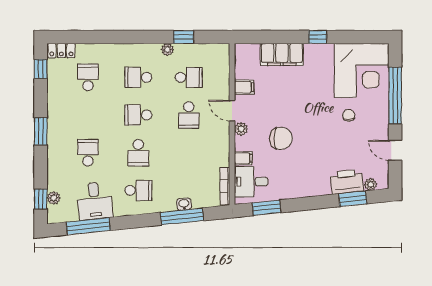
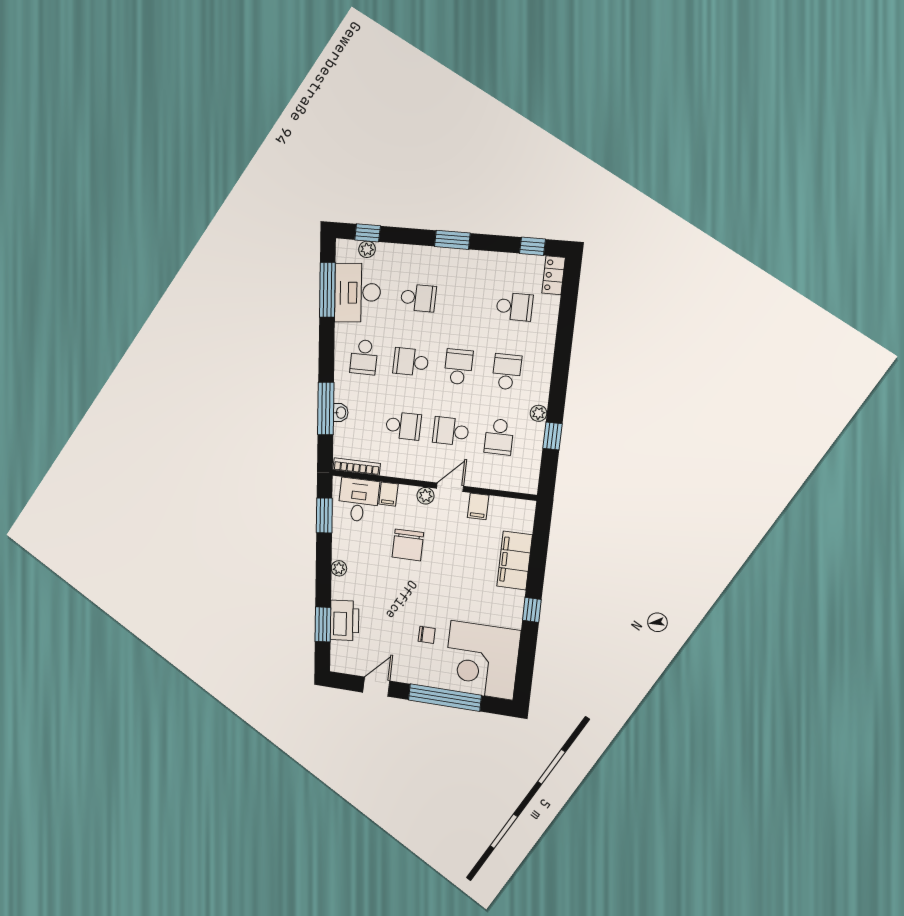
school desk: (189, 153) -> (403, 426), added
plant: (371, 184) -> (339, 568), moved
desk: (95, 201) -> (358, 293), width x1.37

